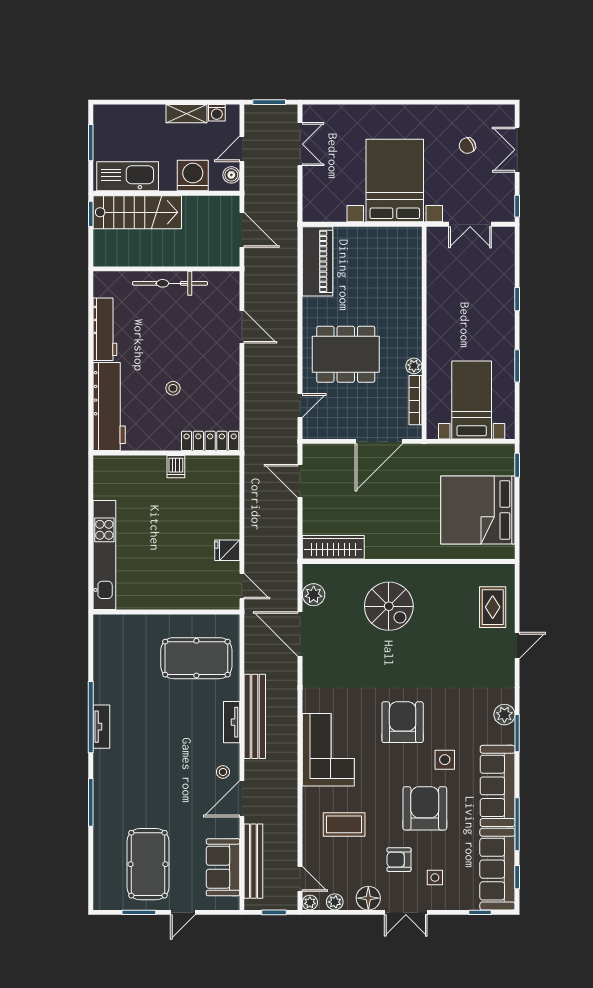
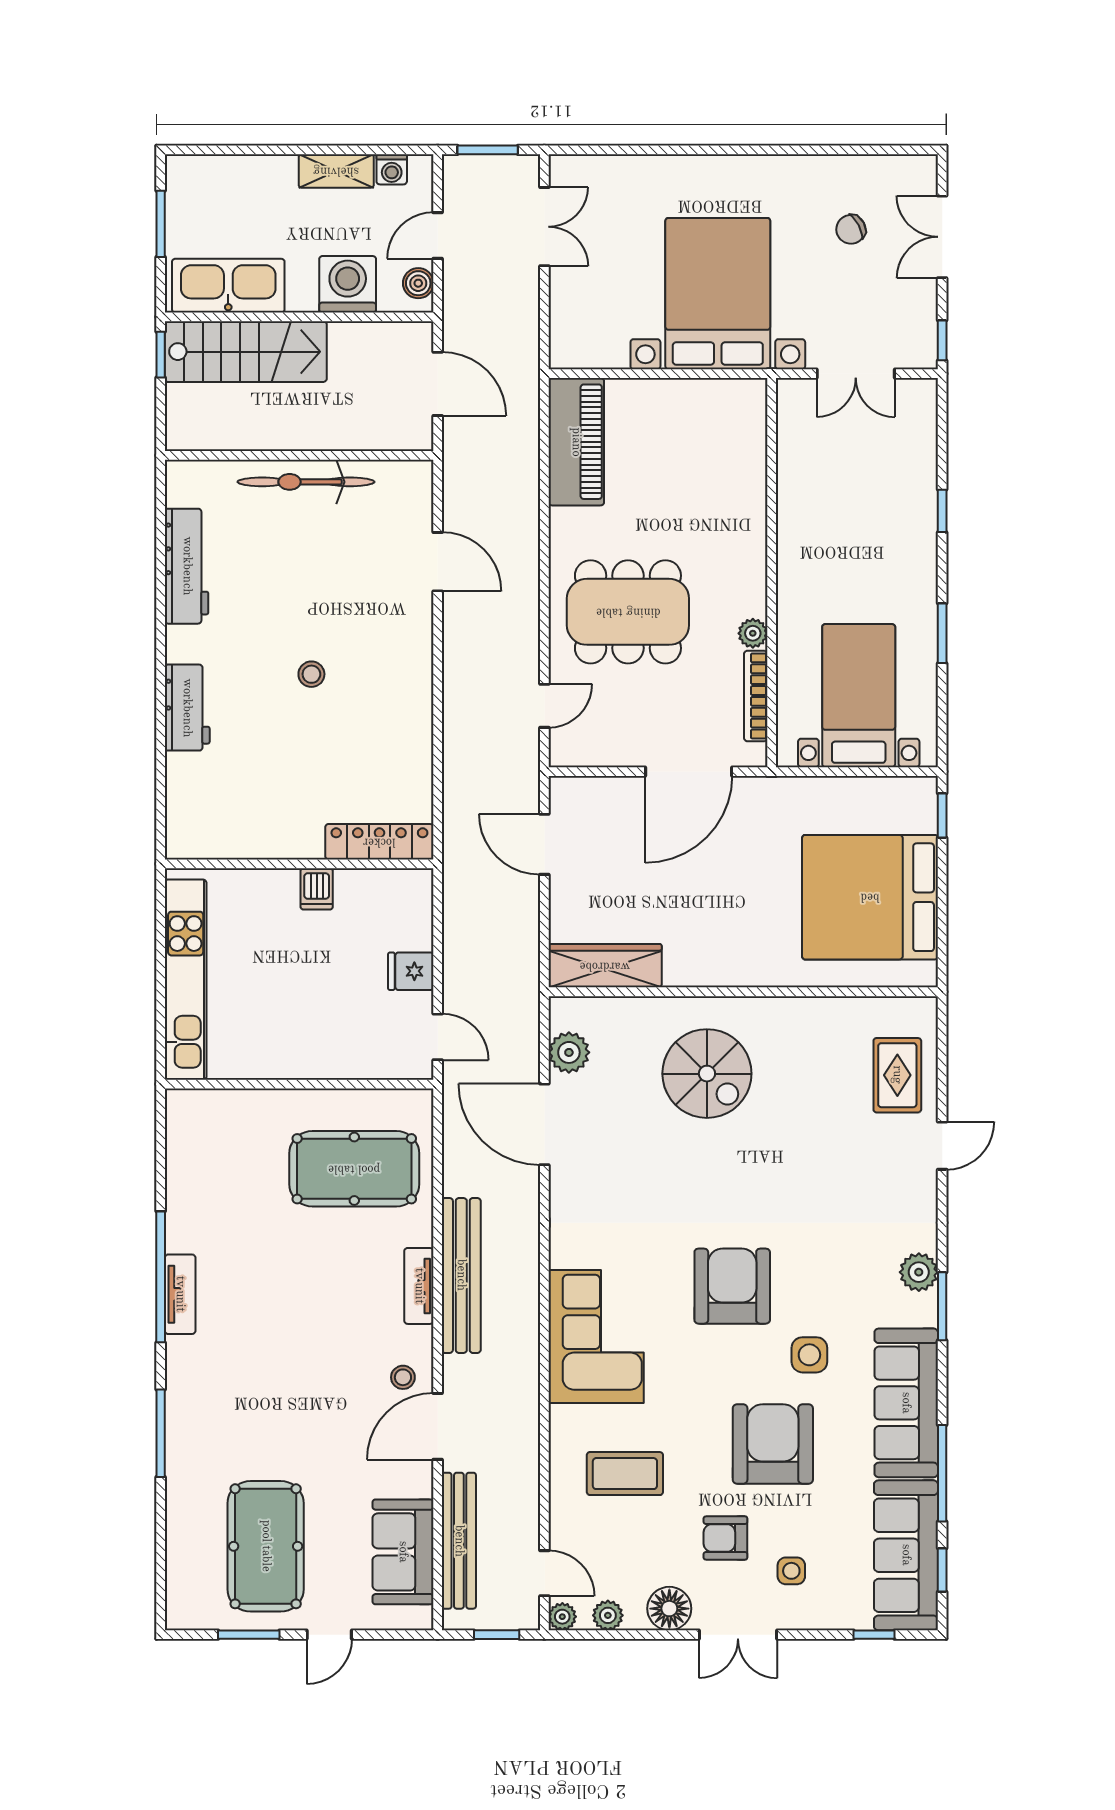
workbench: (109, 406) -> (187, 708), width x0.53, depth x0.76
locker: (210, 441) -> (379, 842), moved
wall: (166, 453) -> (299, 864), moved
dishwasher: (176, 467) -> (317, 889), moved

